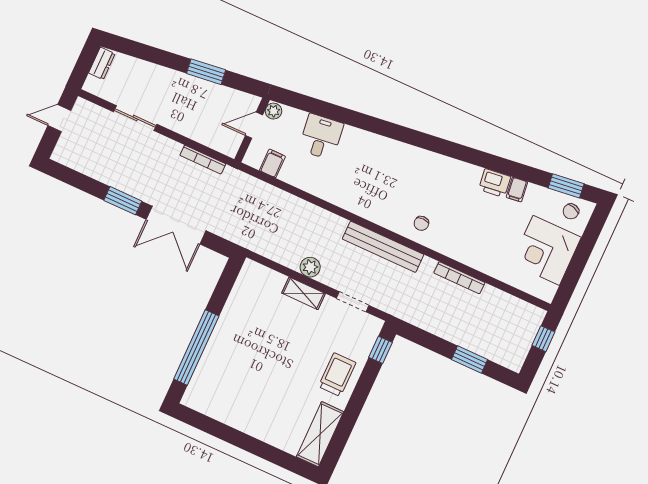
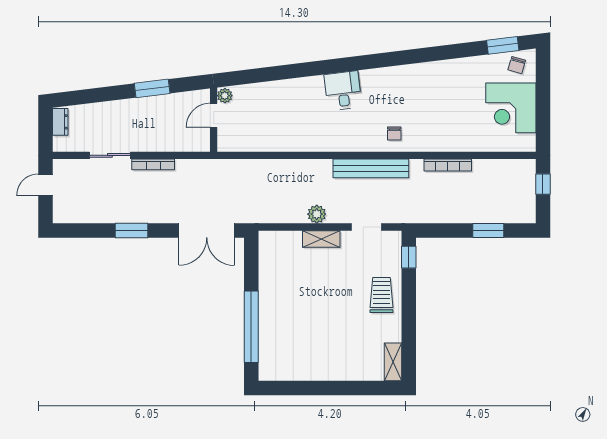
desk: (321, 137) -> (343, 91), moved
bookcase: (203, 160) -> (153, 164), moved
filing cabinet: (272, 163) -> (244, 141), removed
printer: (495, 183) -> (441, 71), removed
filing cabinet: (517, 190) -> (462, 68), removed
double door: (176, 225) -> (207, 231), moved
shelving: (320, 434) -> (393, 362), width x0.67, depth x0.75

